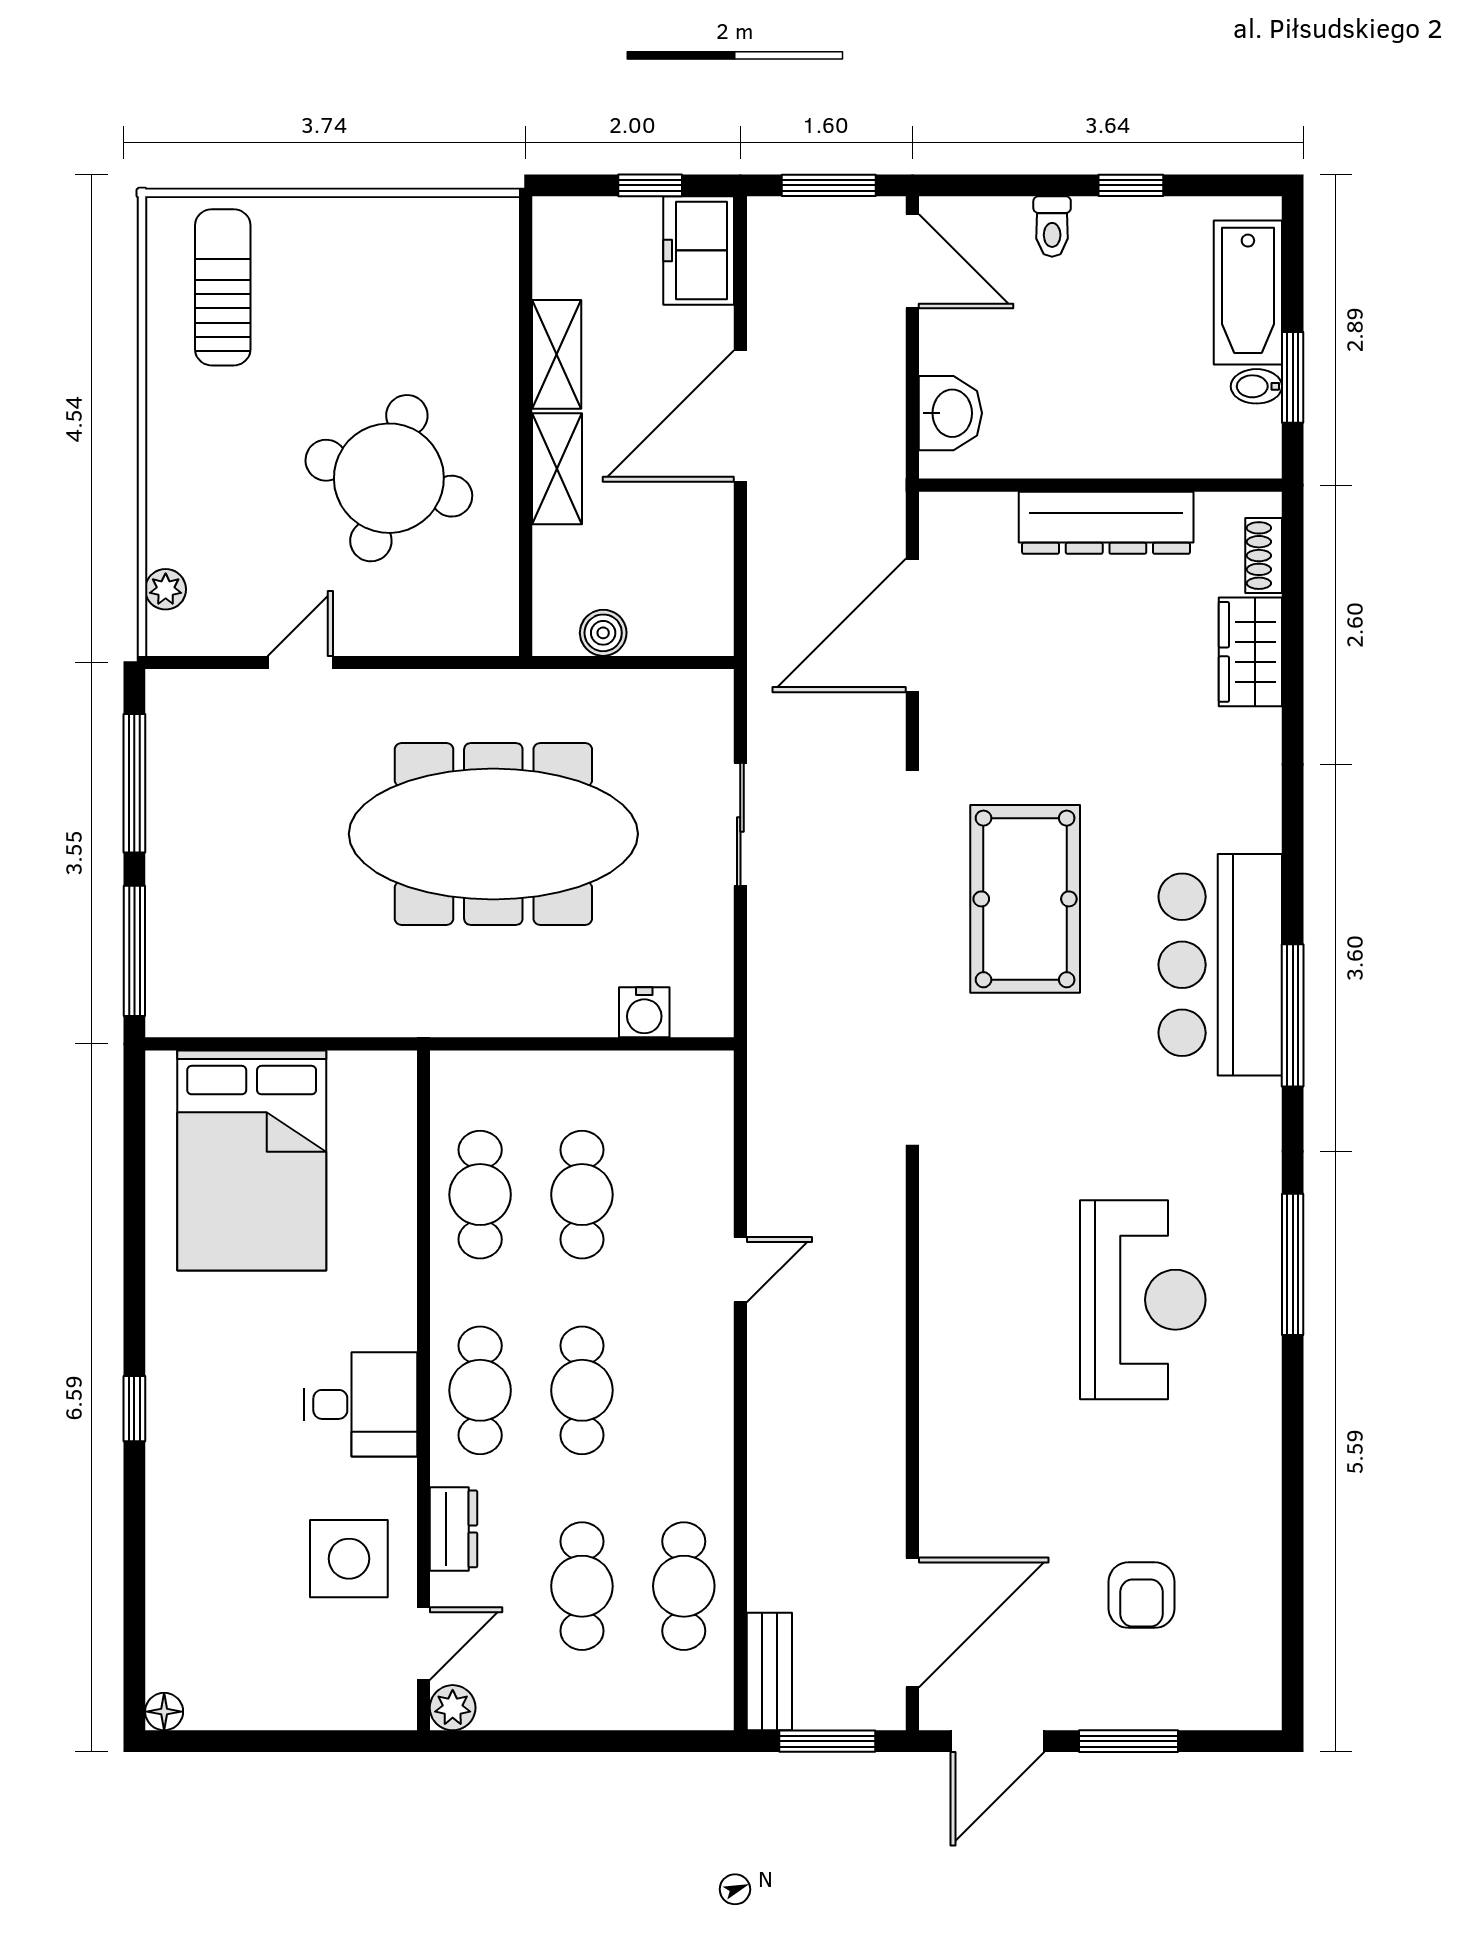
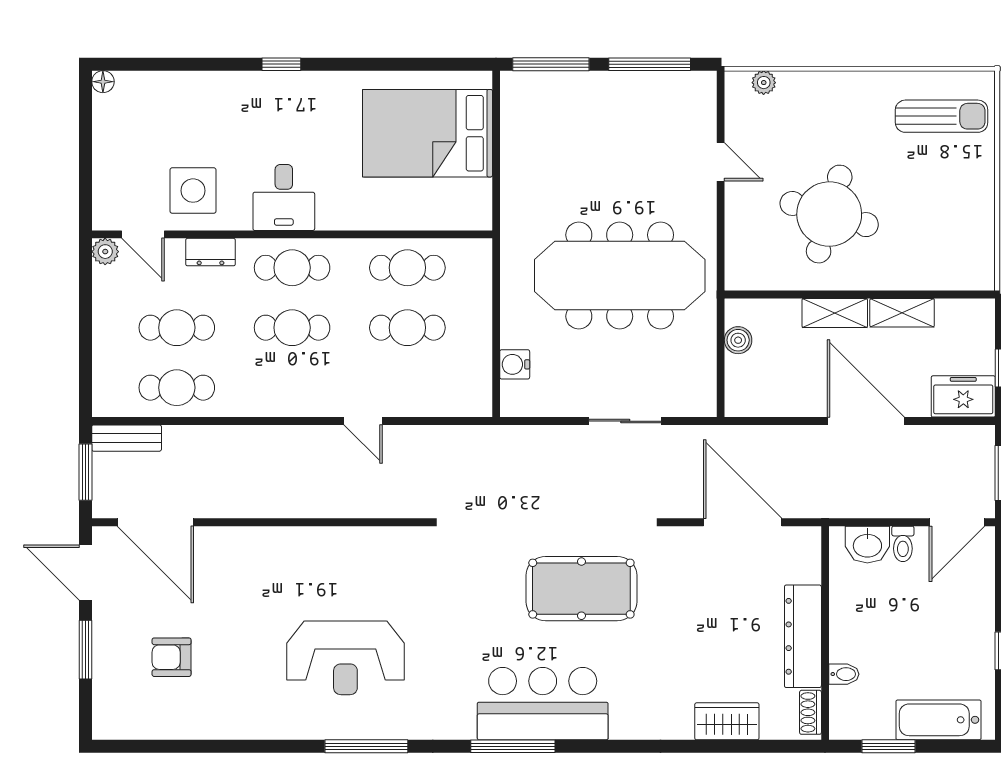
toilet: (1052, 226) -> (903, 544), moved, turned -90
bidet: (1256, 386) -> (844, 674), moved, turned 90
shoe rack: (1264, 556) -> (810, 712), moved, turned -90
meeting table: (493, 834) -> (620, 276), turned 90

